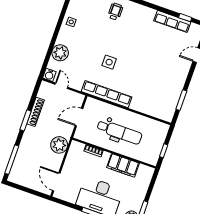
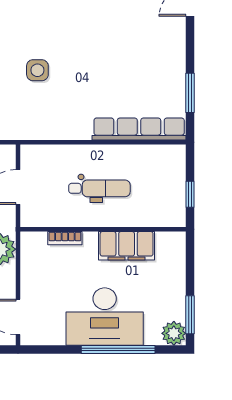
row of seats: (107, 94) -> (139, 129), moved
dental chair: (119, 132) -> (99, 188), width x0.73, depth x0.72

